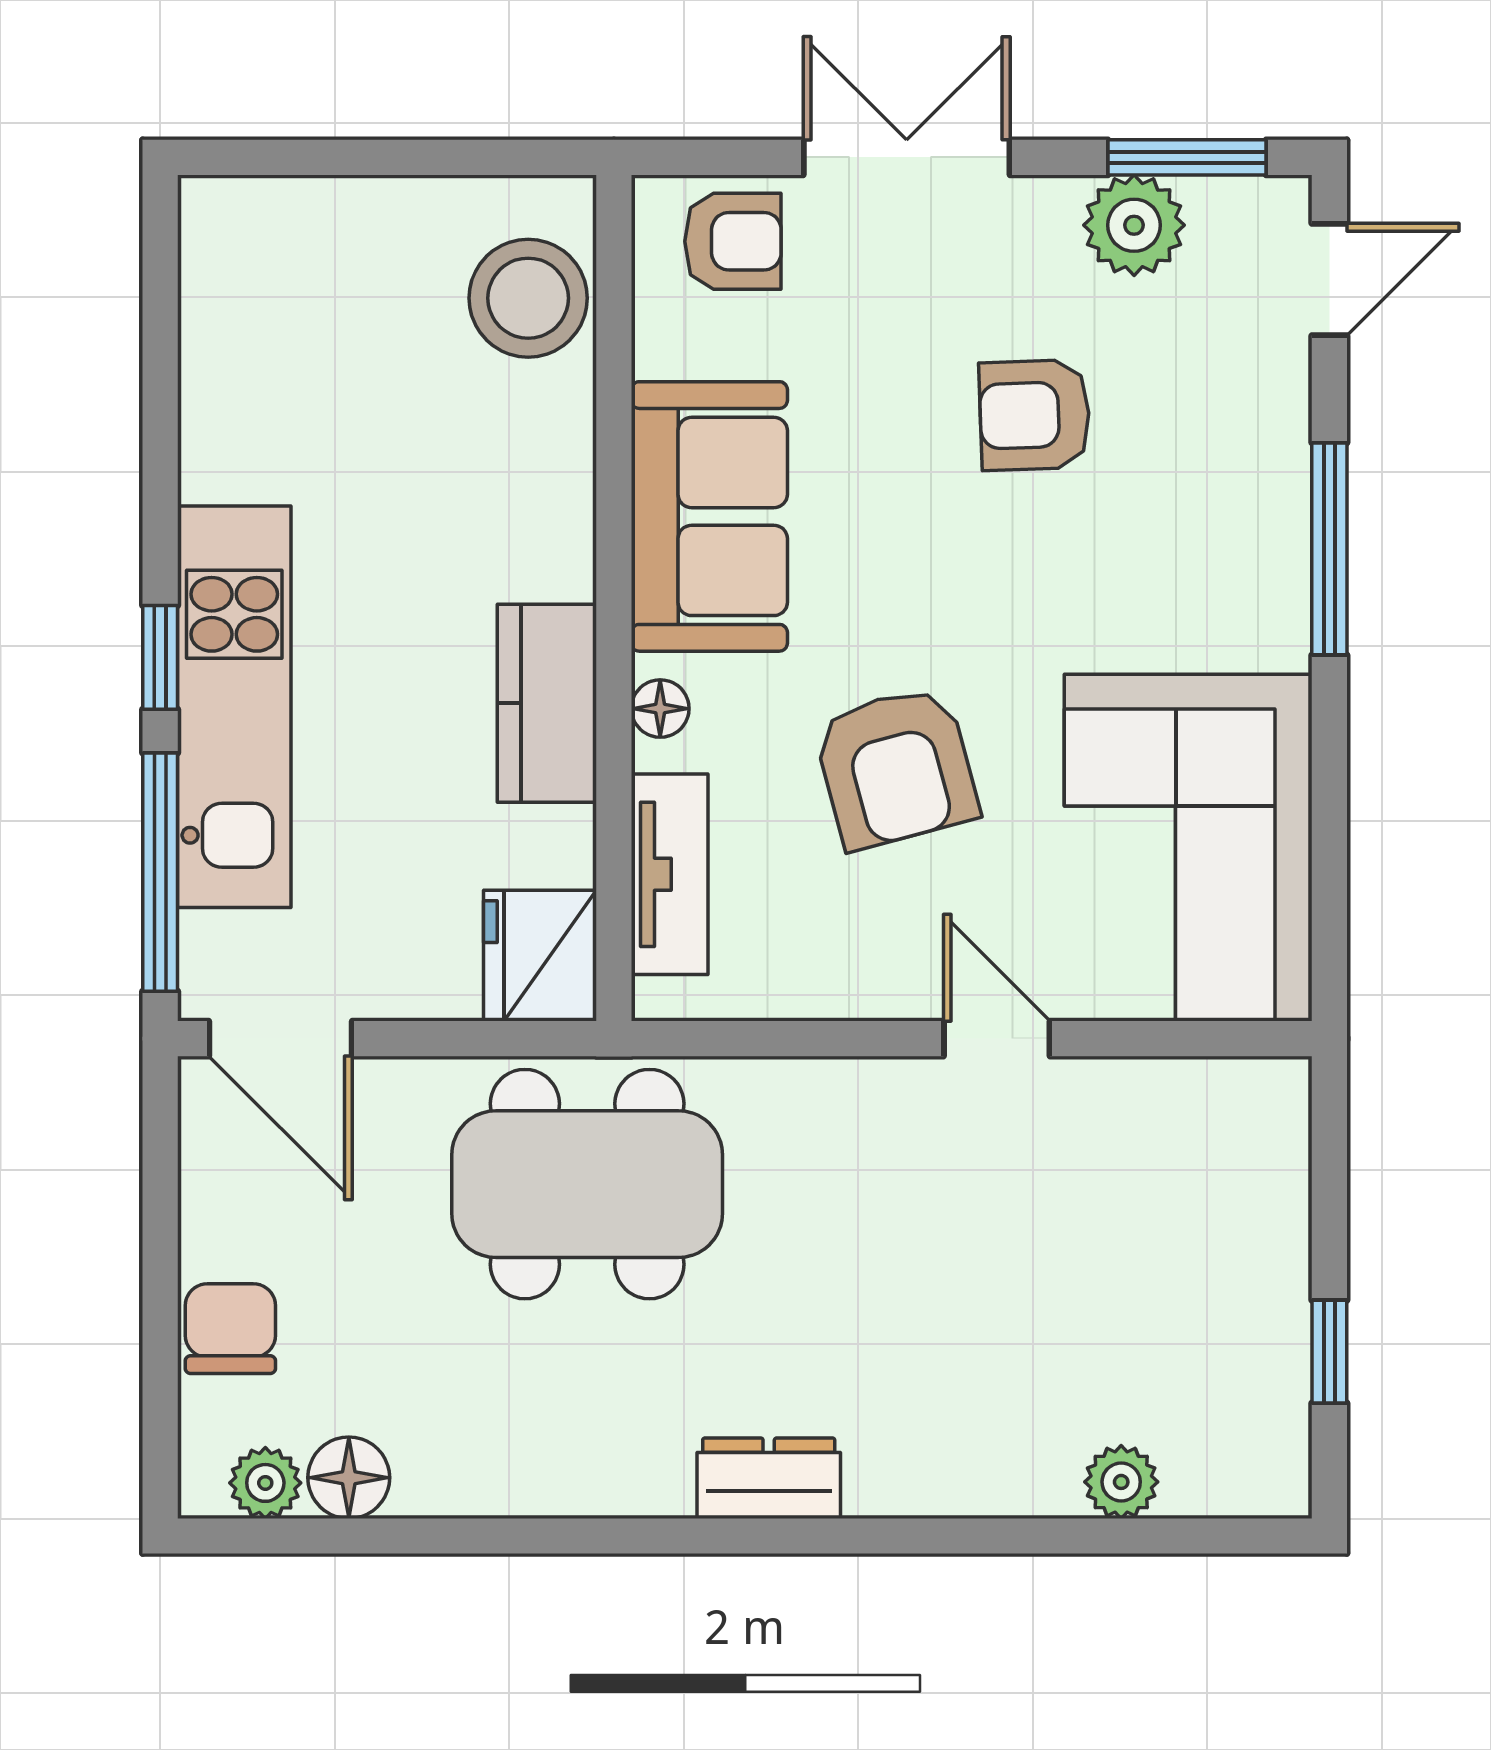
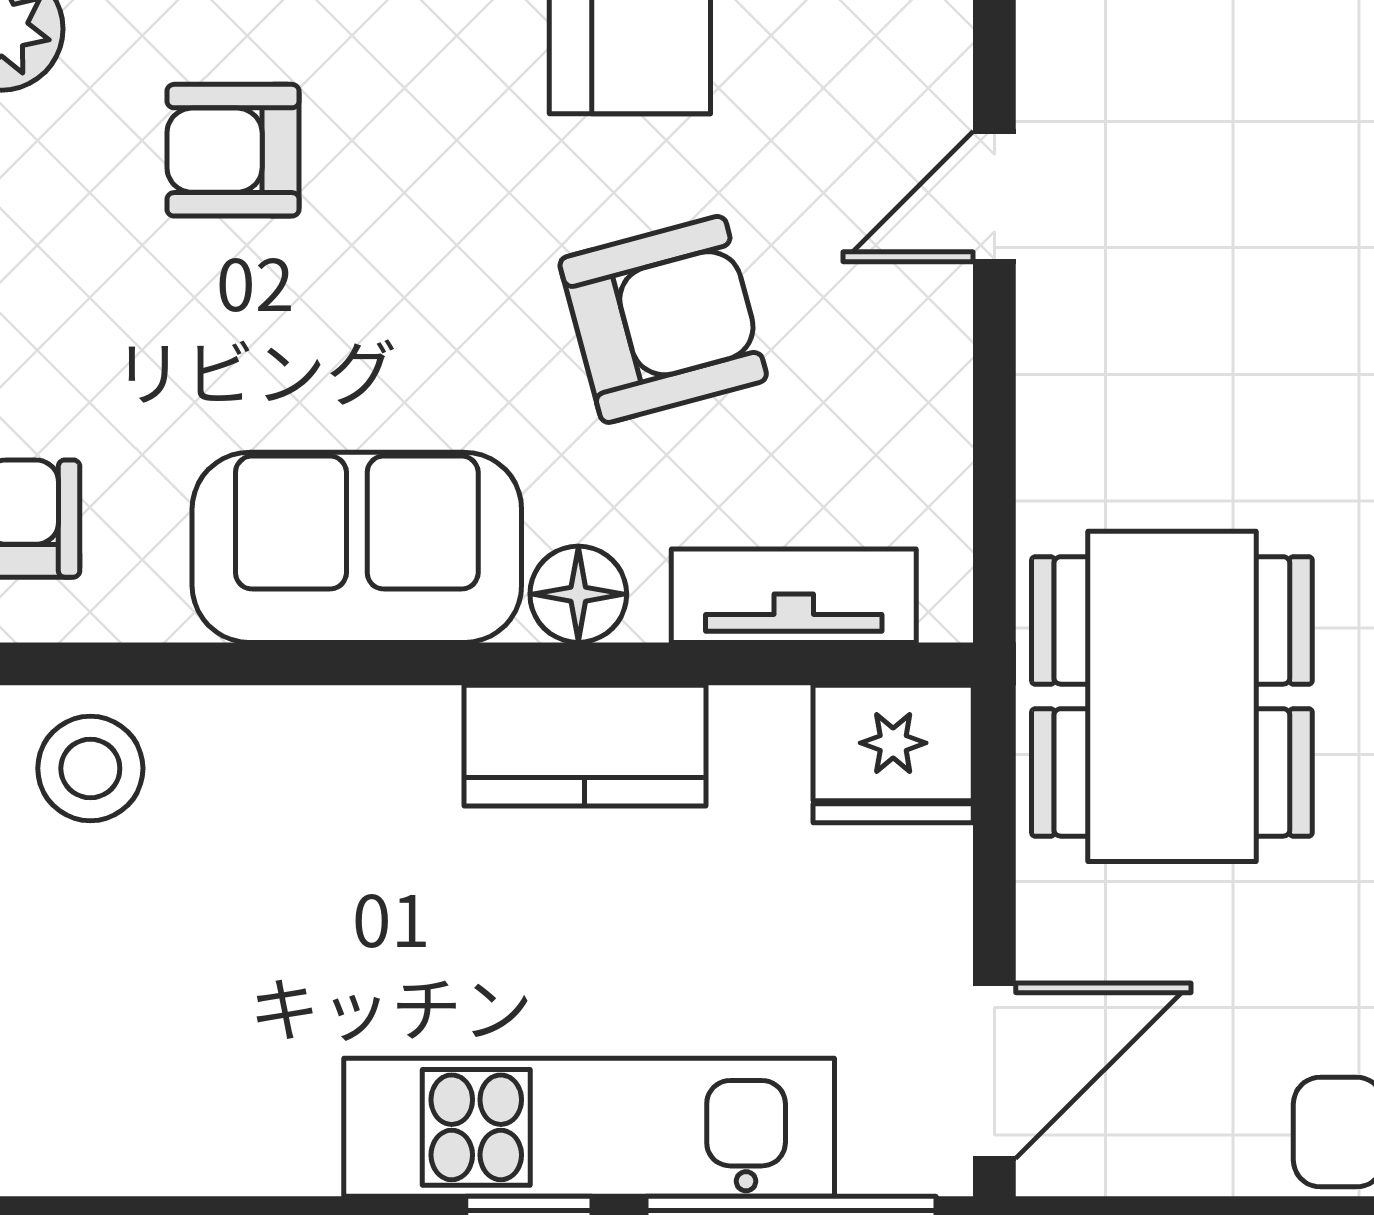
stool: (528, 298) -> (90, 768), width x0.73, depth x0.73
armchair: (1035, 415) -> (233, 150), turned 92
floor lamp: (660, 709) -> (578, 594), width x1.37, depth x1.37

